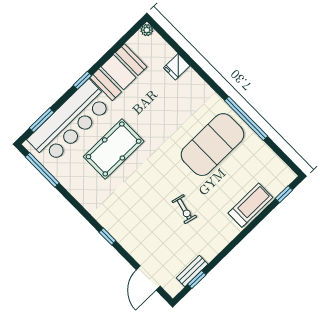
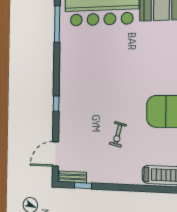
pool table: (114, 149) -> (111, 53), removed
bench: (192, 271) -> (73, 177), moved

